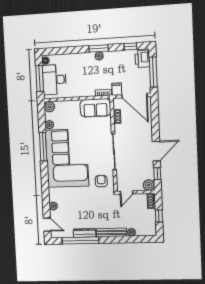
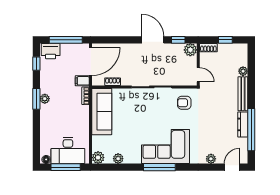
sofa: (95, 108) -> (102, 112), width x1.36
window: (43, 147) -> (159, 167), moved
corner sofa: (67, 158) -> (166, 147), width x0.73, depth x0.74

